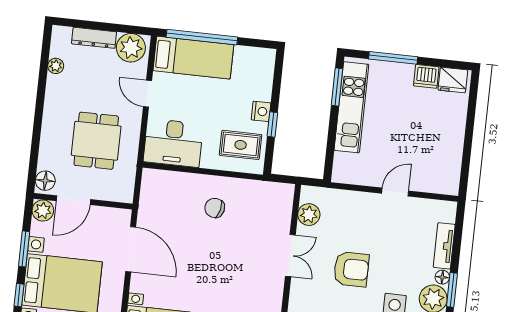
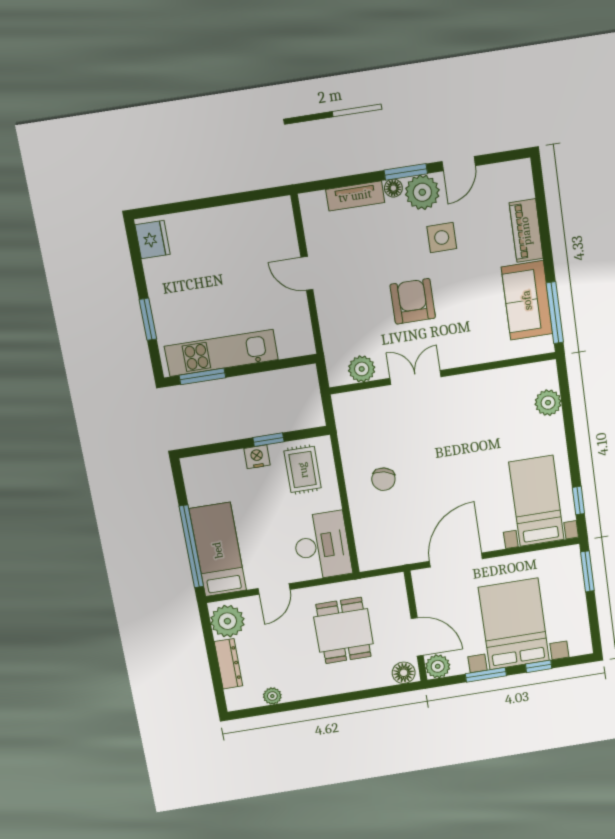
window: (393, 58) -> (148, 319), width x0.69
dishwasher: (426, 76) -> (158, 273), removed
dining table: (96, 141) -> (344, 630), turned 90

